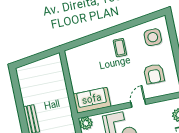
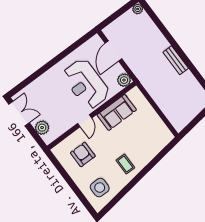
sofa: (92, 100) -> (117, 112), moved

